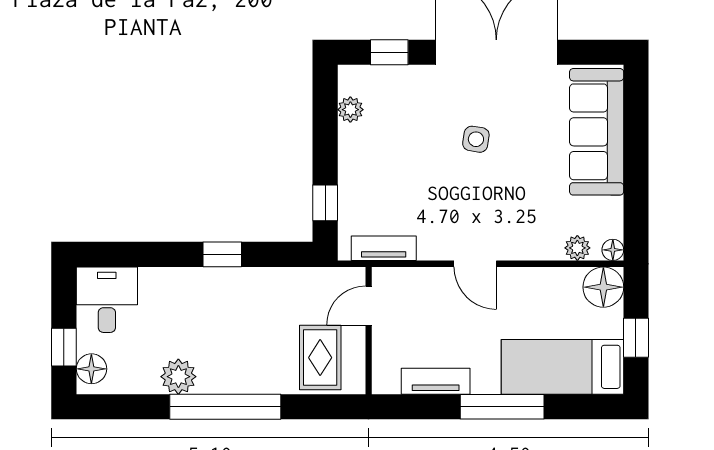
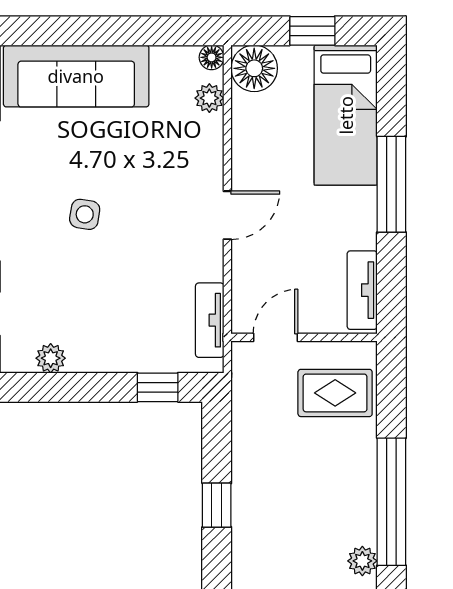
door: (369, 306) -> (276, 337), swing flipped
plant: (178, 377) -> (362, 561), width x0.73, depth x0.73
tv unit: (436, 381) -> (362, 290), moved

